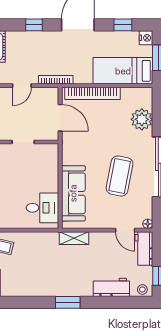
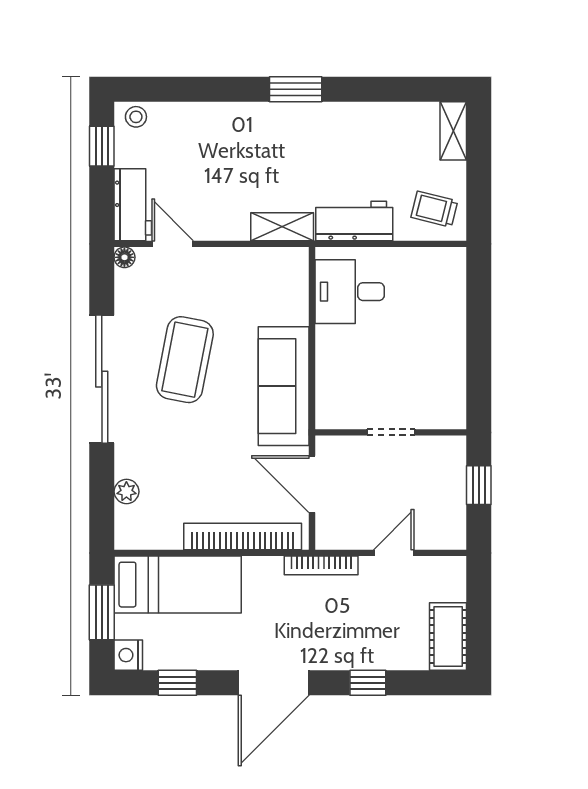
plant: (142, 119) -> (126, 492), width x0.53, depth x0.53
sofa: (73, 193) -> (284, 386), moved
workbench: (111, 287) -> (354, 221), moved, turned 180

